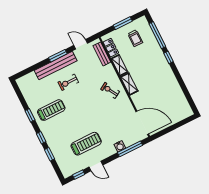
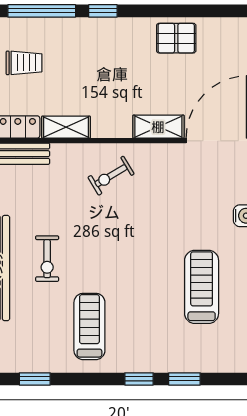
shelving: (129, 84) -> (158, 127), moved
pallet: (172, 89) -> (176, 38), added
window: (30, 115) -> (35, 379), moved

